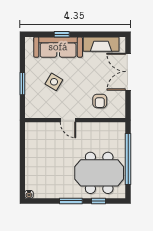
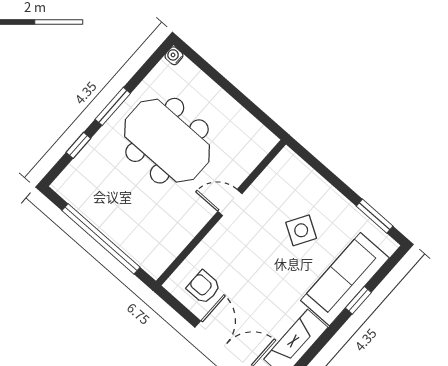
window: (22, 84) -> (375, 216), moved
armchair: (100, 101) -> (204, 287), moved
meeting table: (99, 173) -> (167, 141), moved, turned 90

